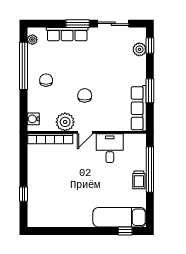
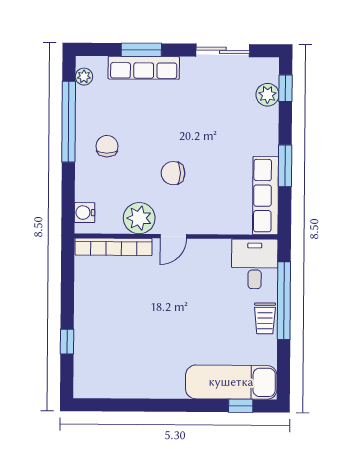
window: (78, 24) -> (141, 50), moved
chair: (85, 95) -> (173, 173), turned -90
desk: (110, 148) -> (255, 264), moved

